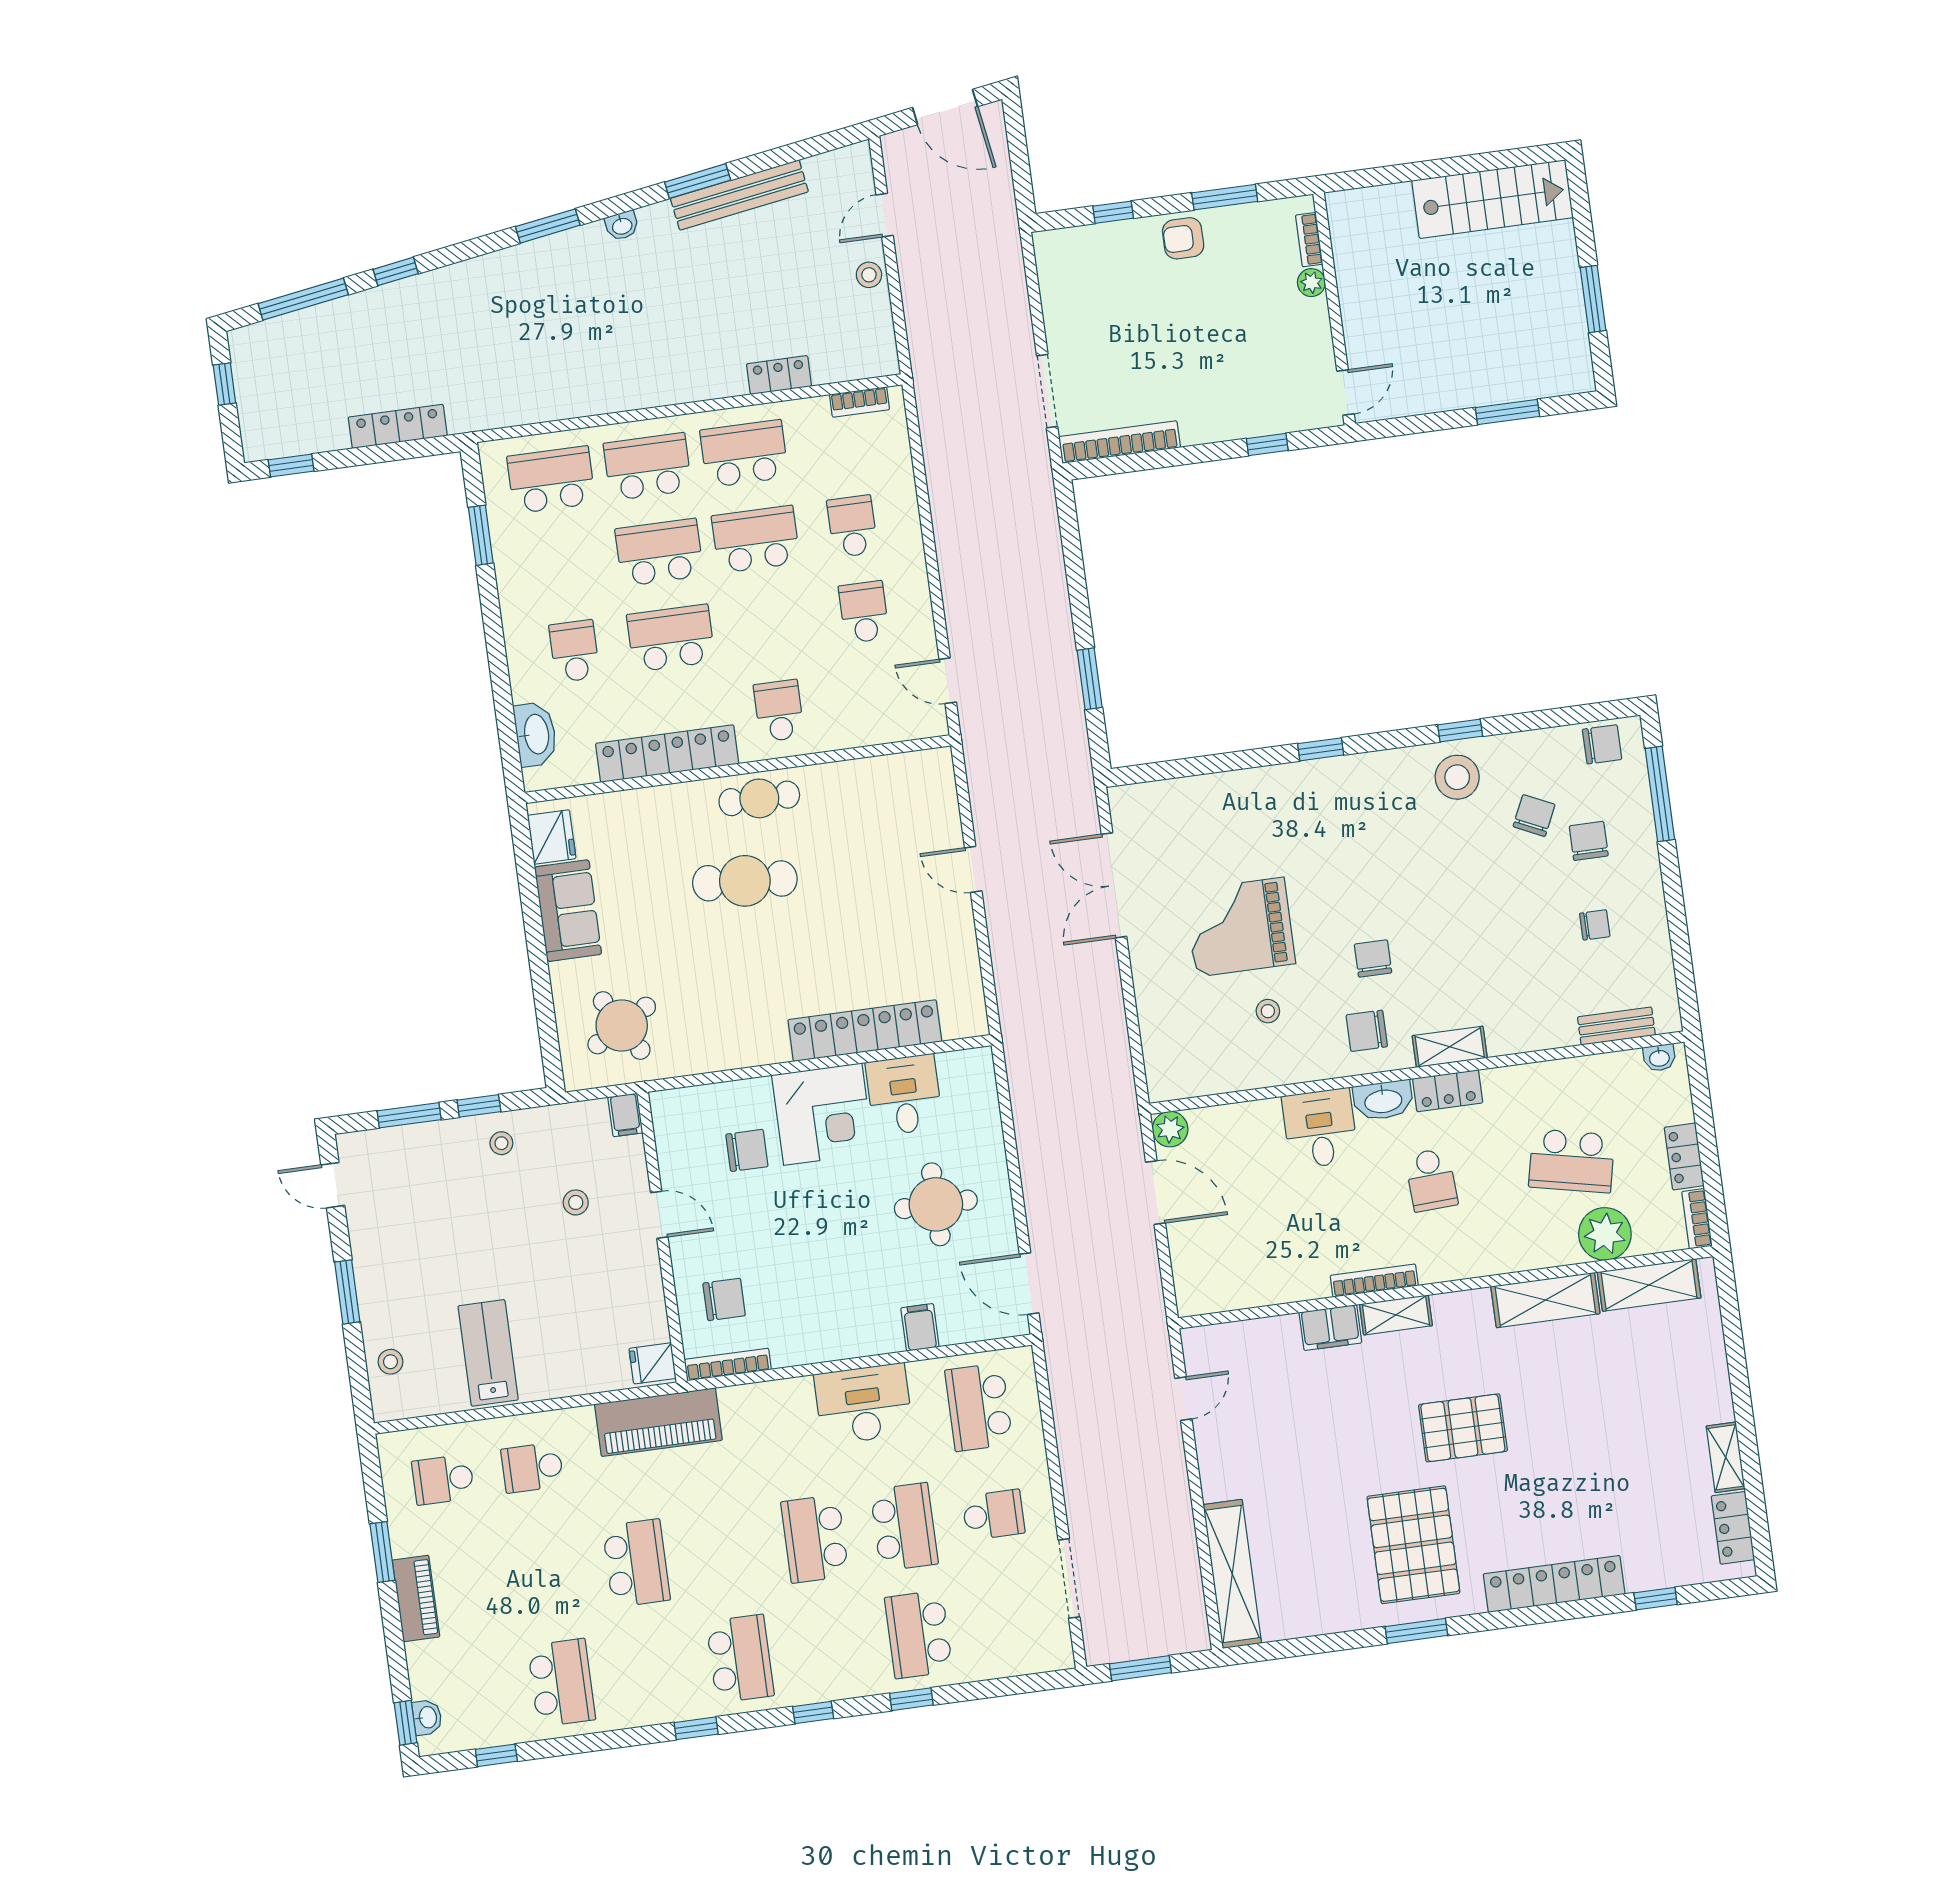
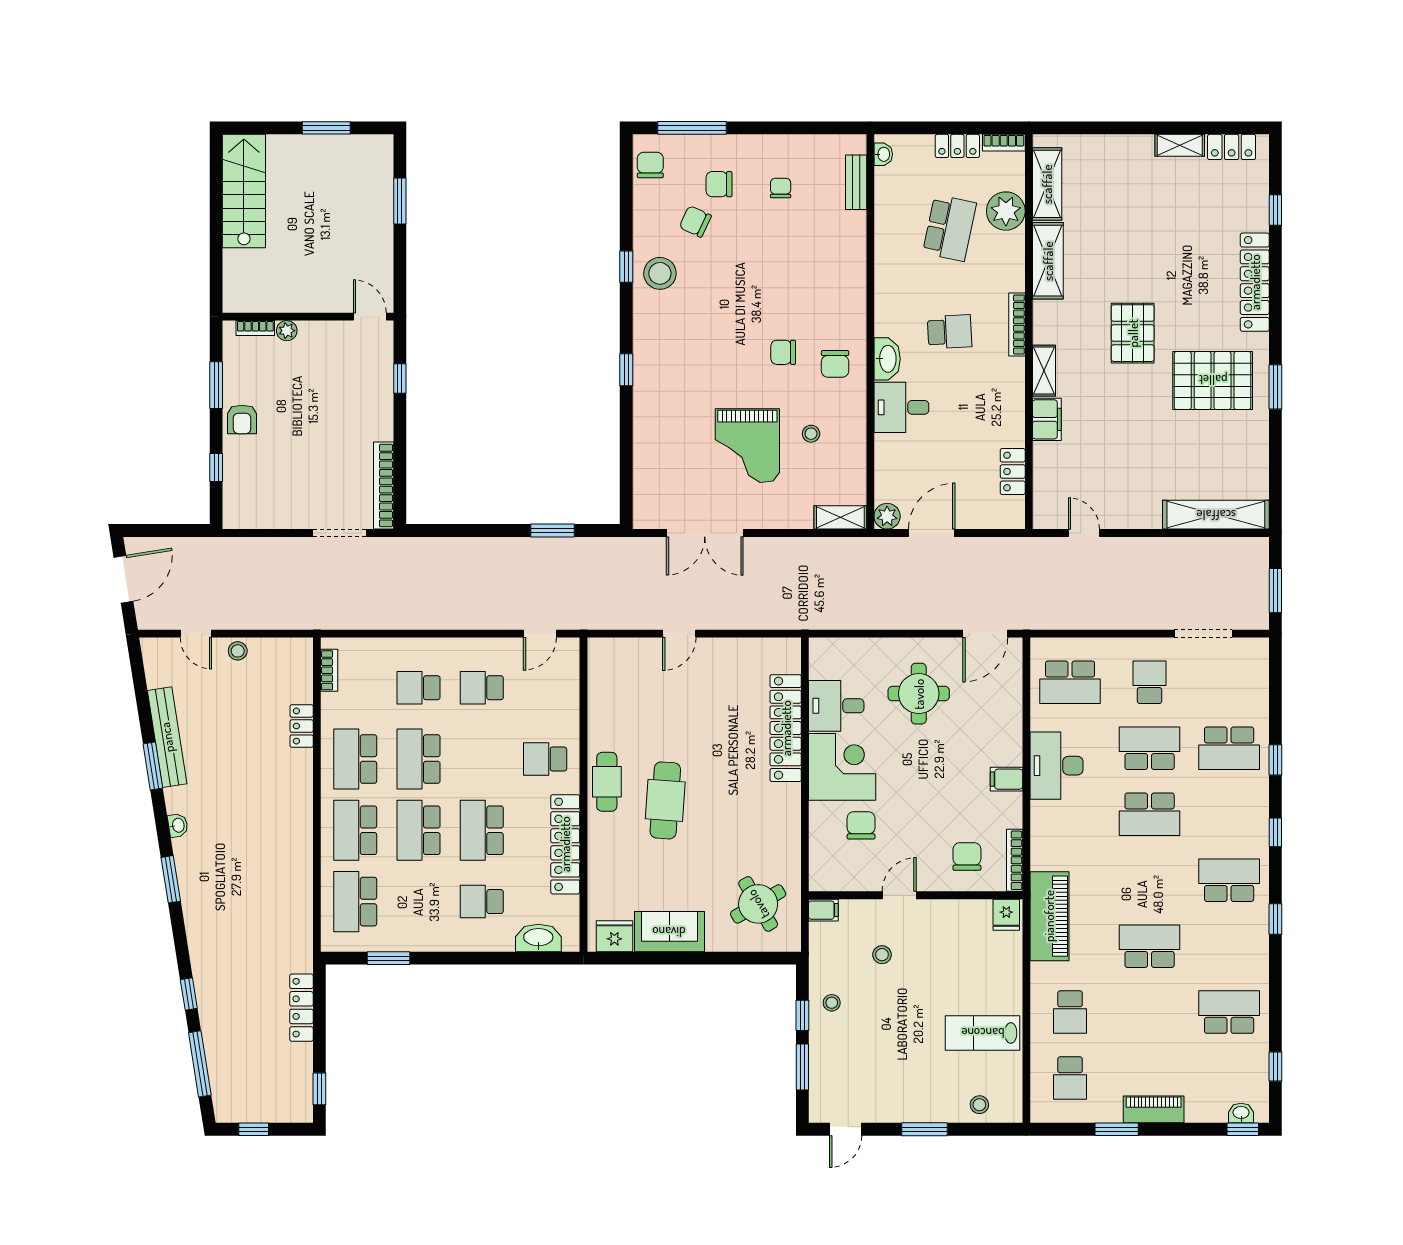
shelving: (1450, 1047) -> (840, 517), moved, turned 90
locker: (1448, 1091) -> (1013, 472), moved, turned 180
bookcase: (1374, 1281) -> (1017, 324), moved
filing cabinet: (920, 1327) -> (1006, 779), moved

